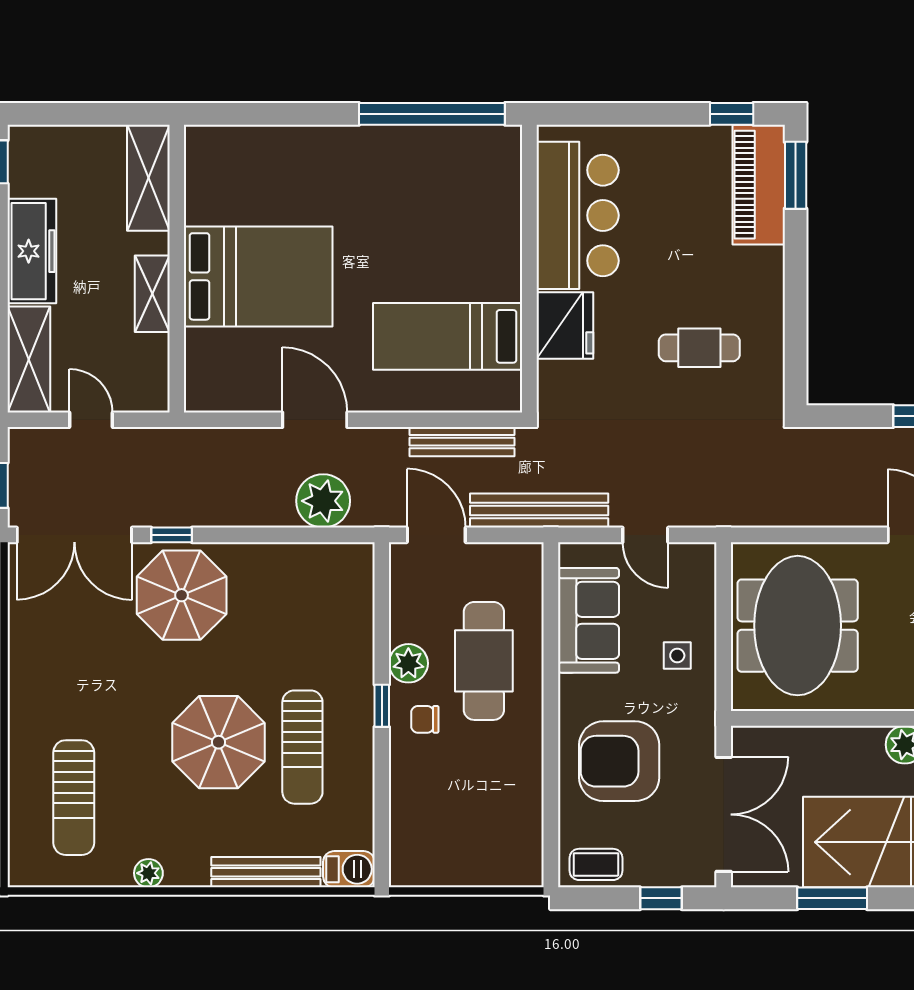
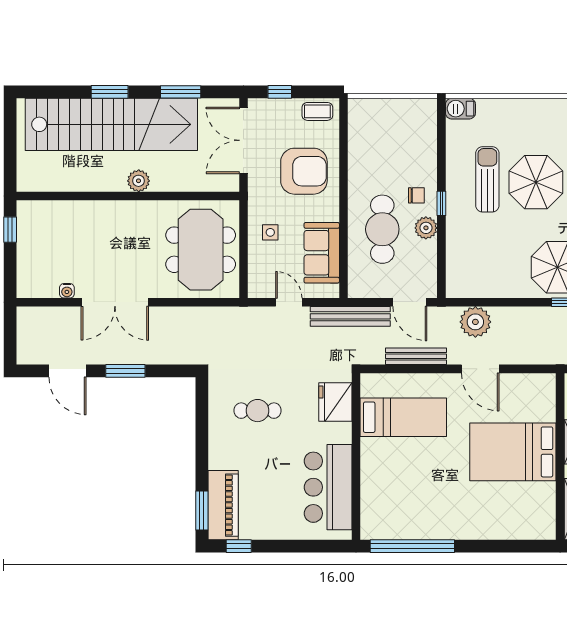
fridge: (565, 326) -> (335, 402), moved
bench: (462, 442) -> (416, 356), moved
bench: (266, 872) -> (509, 107), removed

